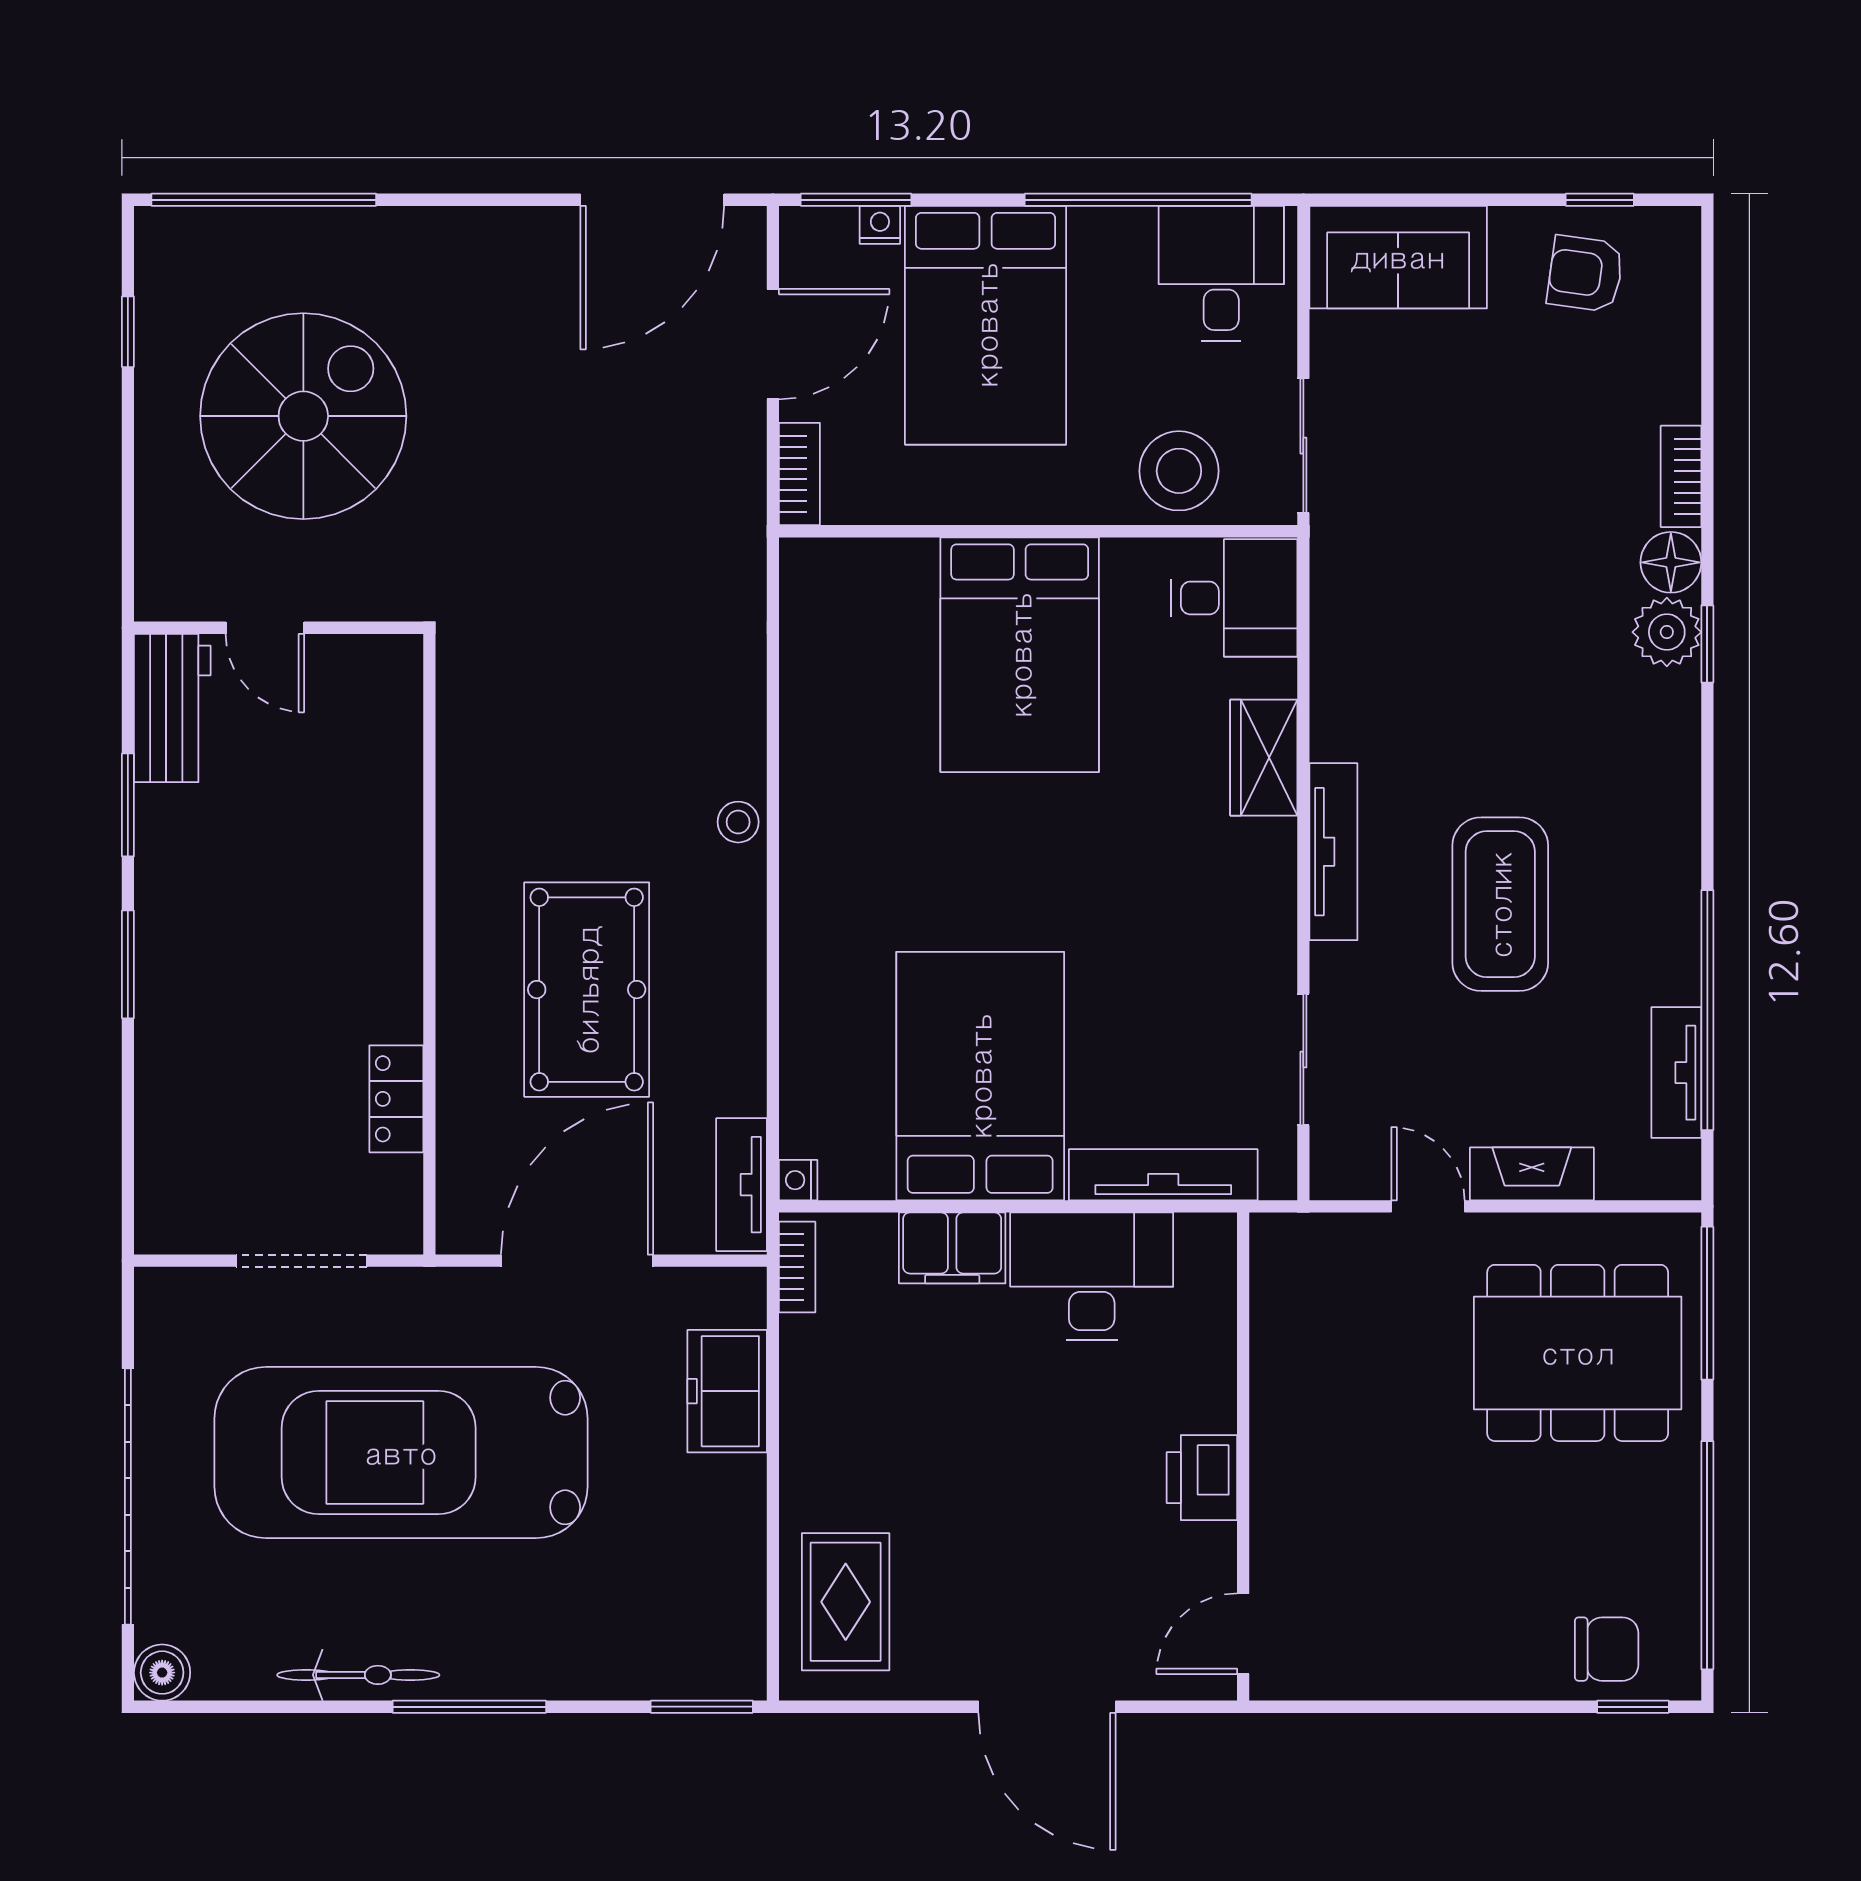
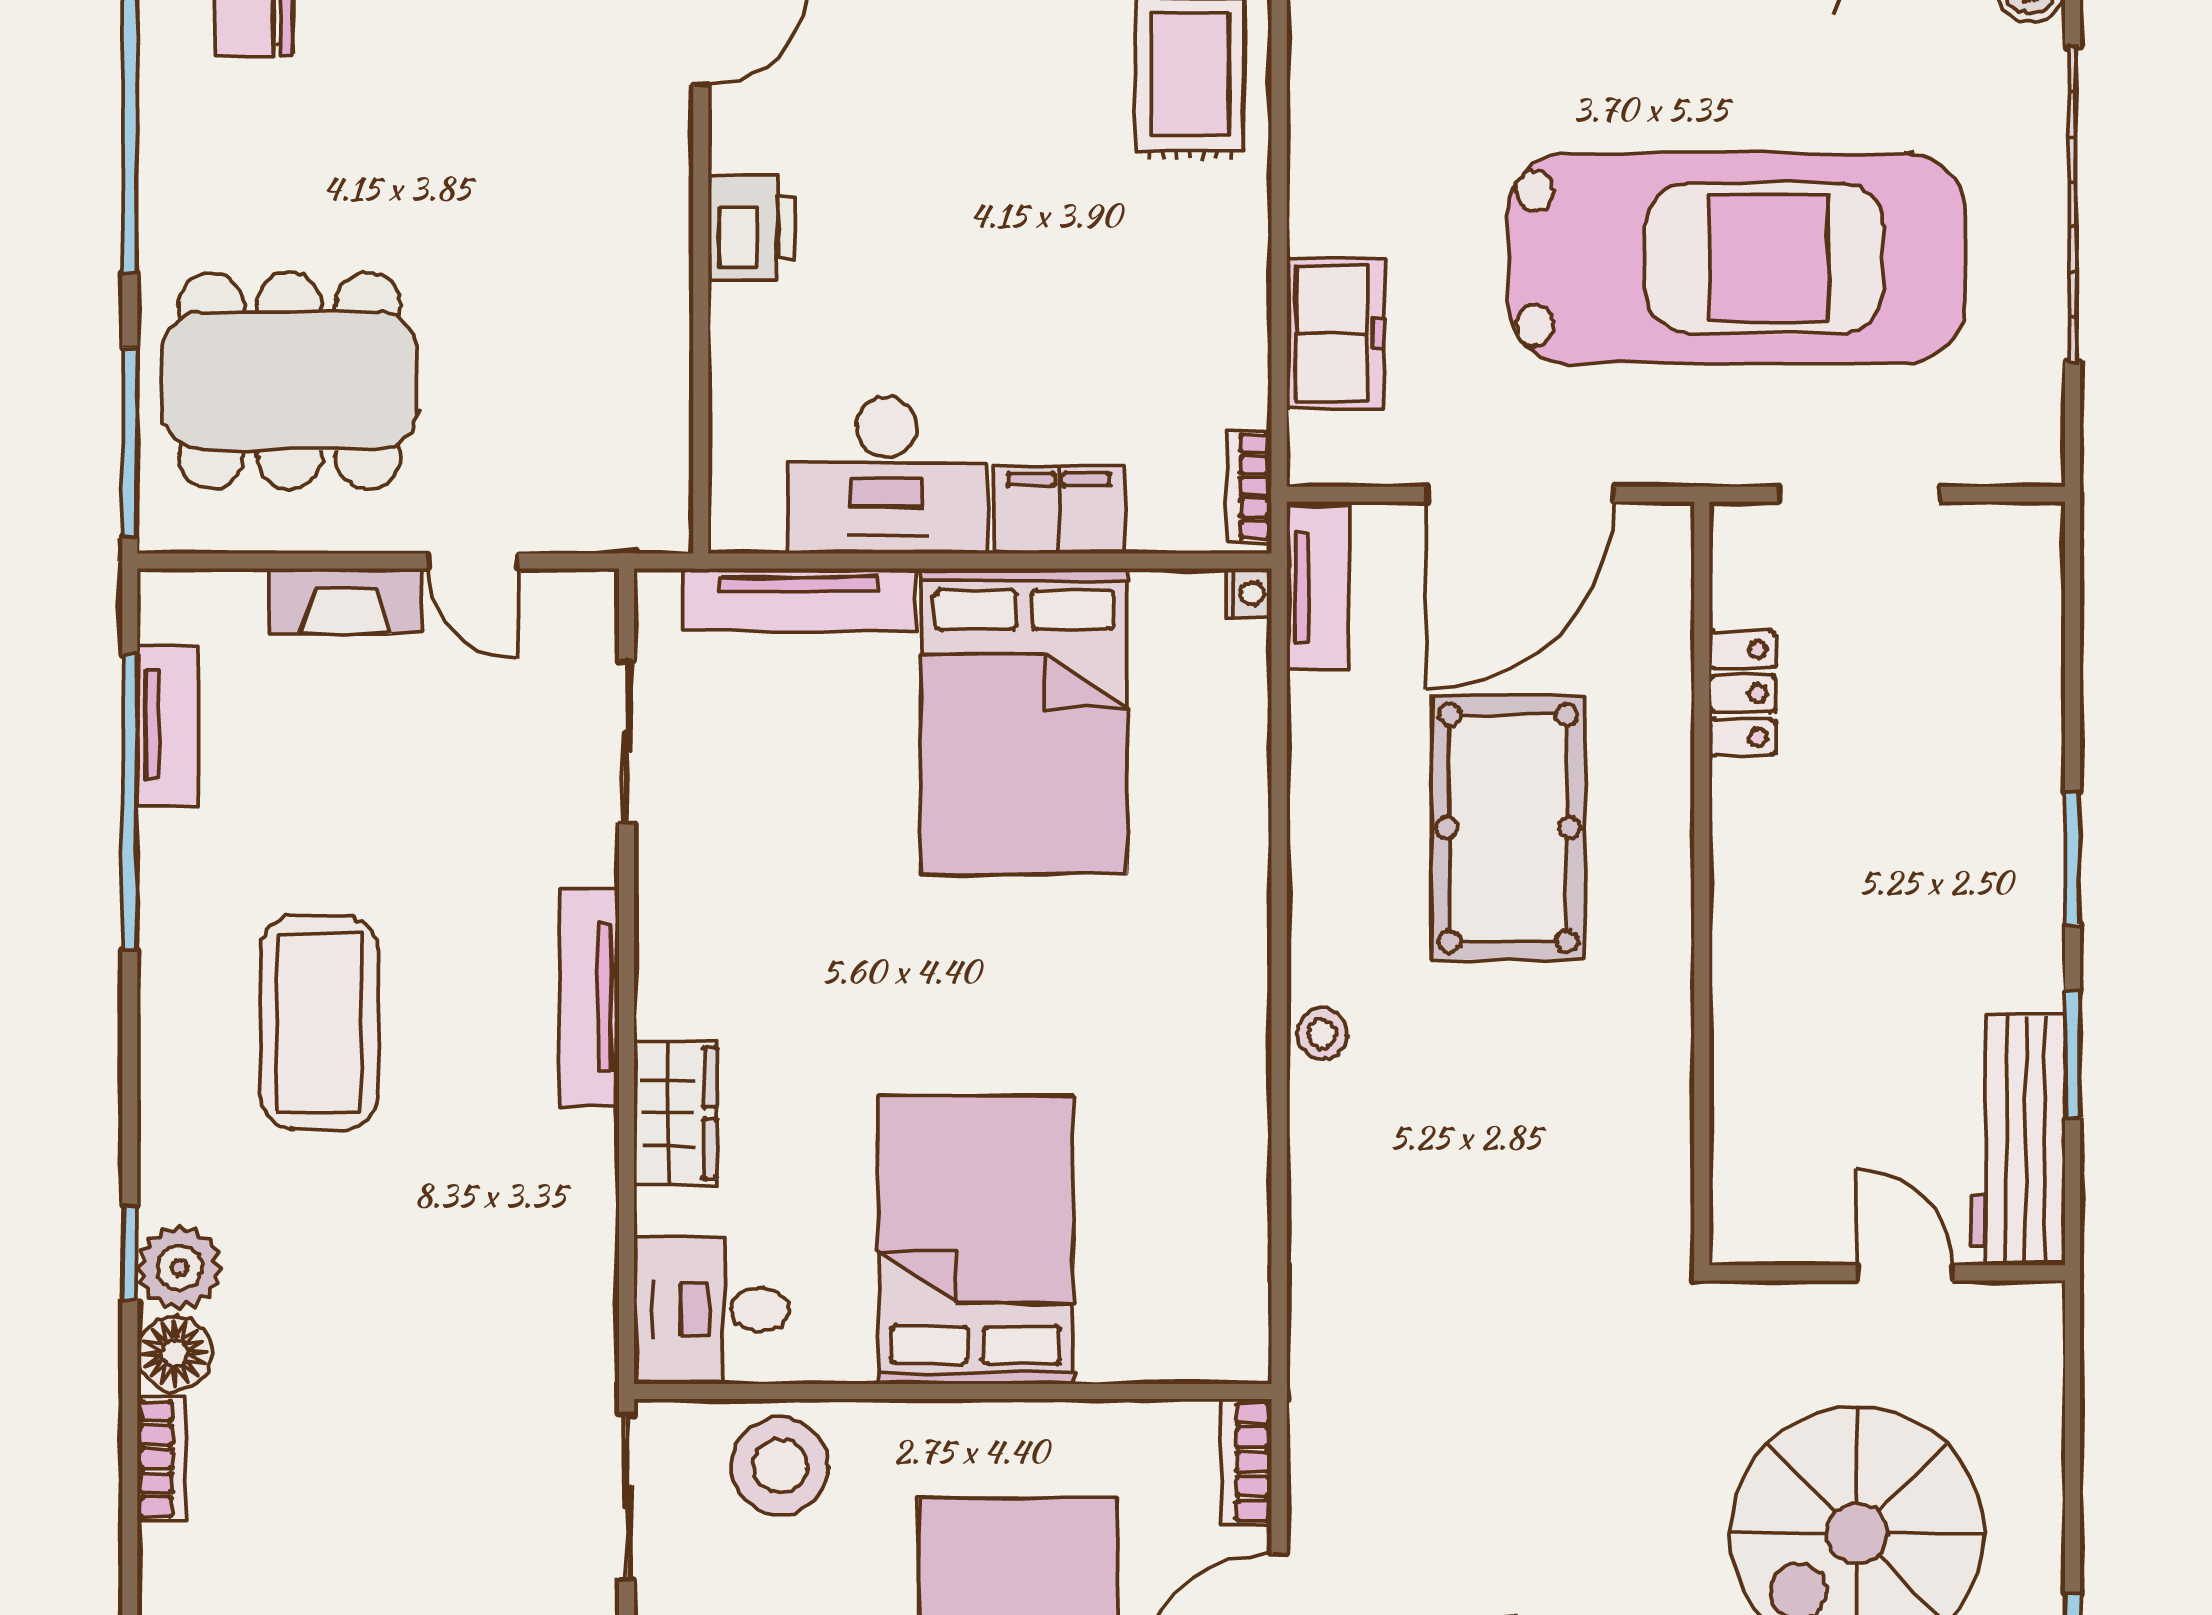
workbench: (172, 708) -> (2018, 1140), width x1.38
coffee table: (1500, 904) -> (319, 1023), moved

